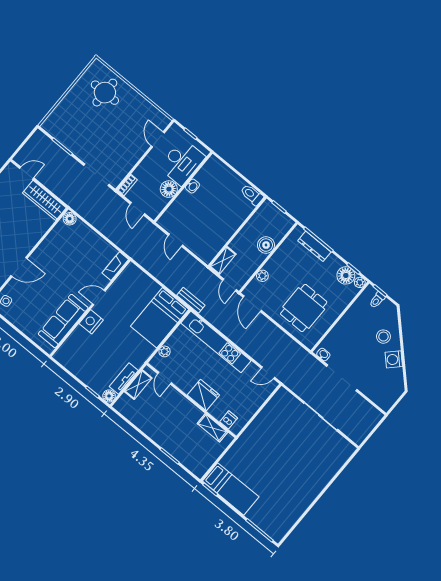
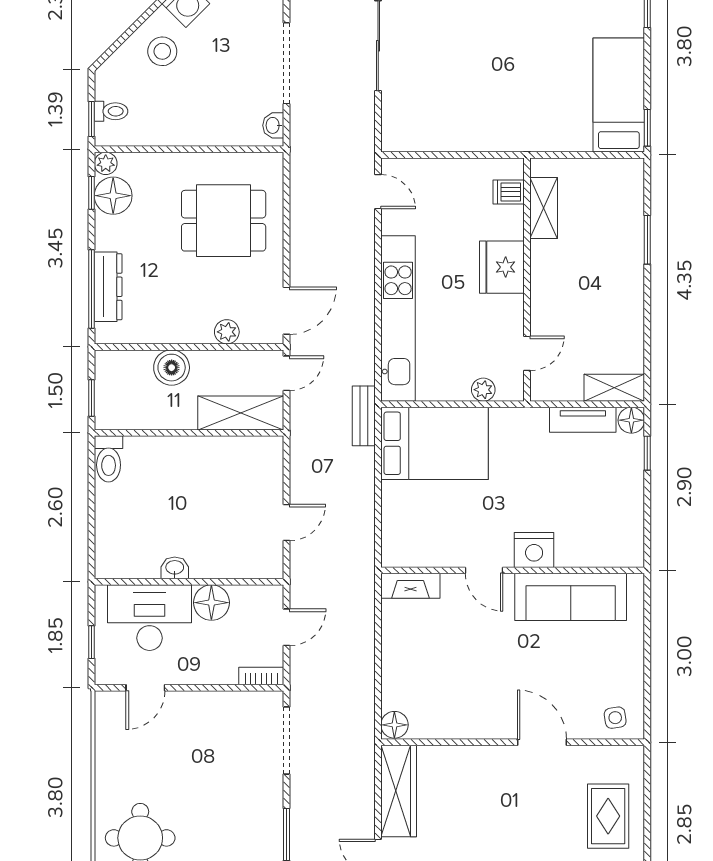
shelving: (223, 260) -> (241, 413), width x1.50, depth x1.33
shelving: (138, 385) -> (614, 388), moved

